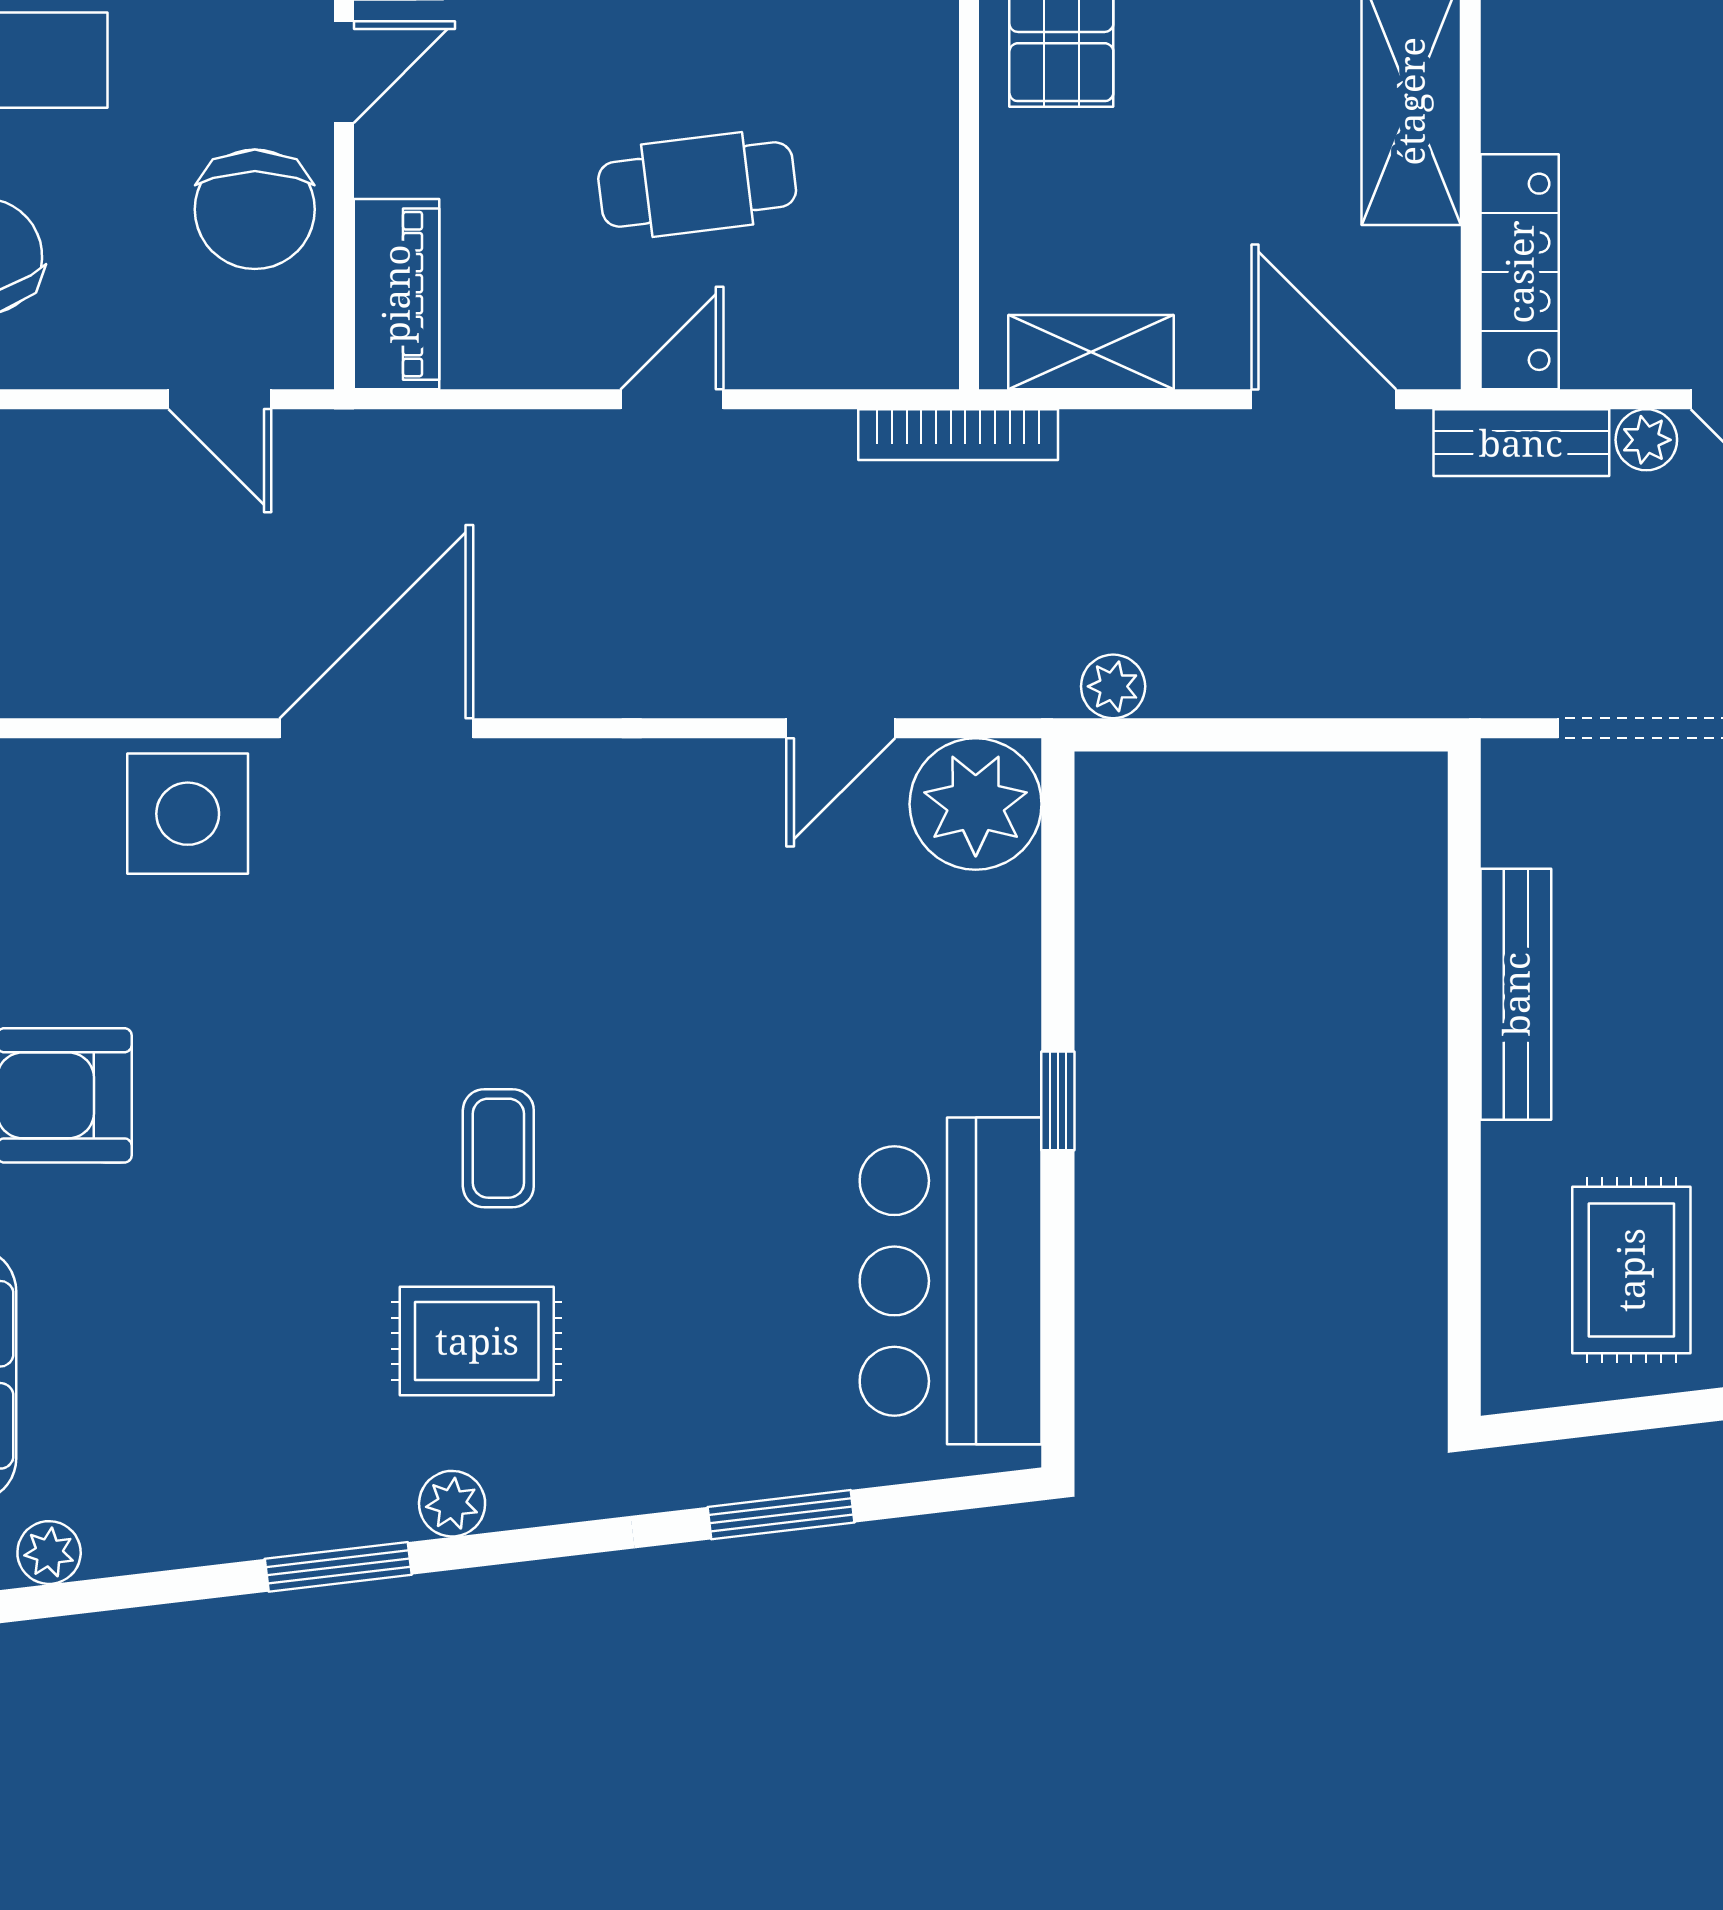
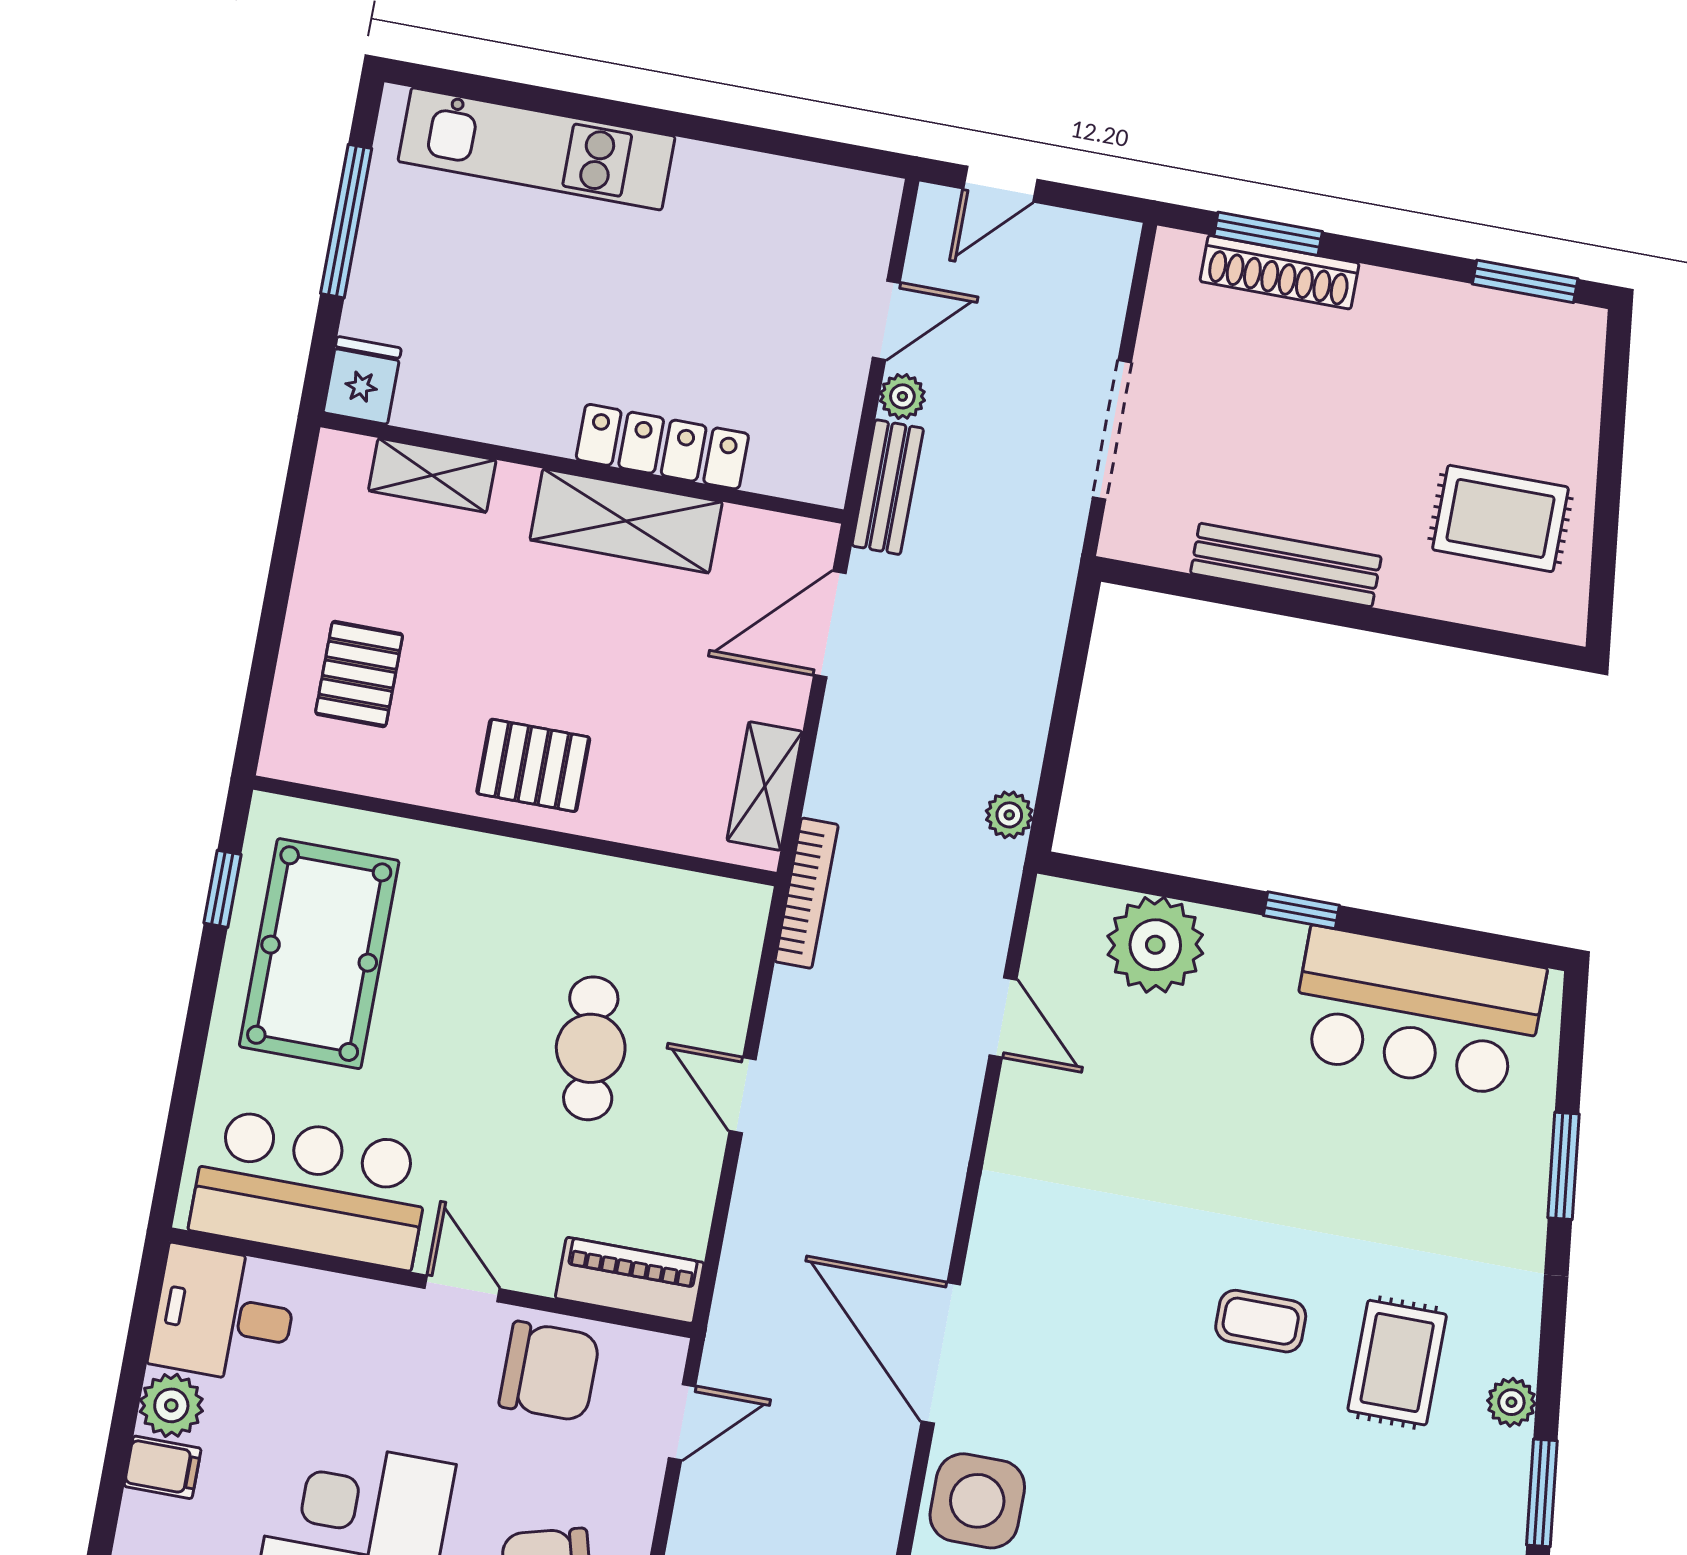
locker: (1520, 272) -> (662, 447), moved
plant: (976, 804) -> (1155, 945), moved

